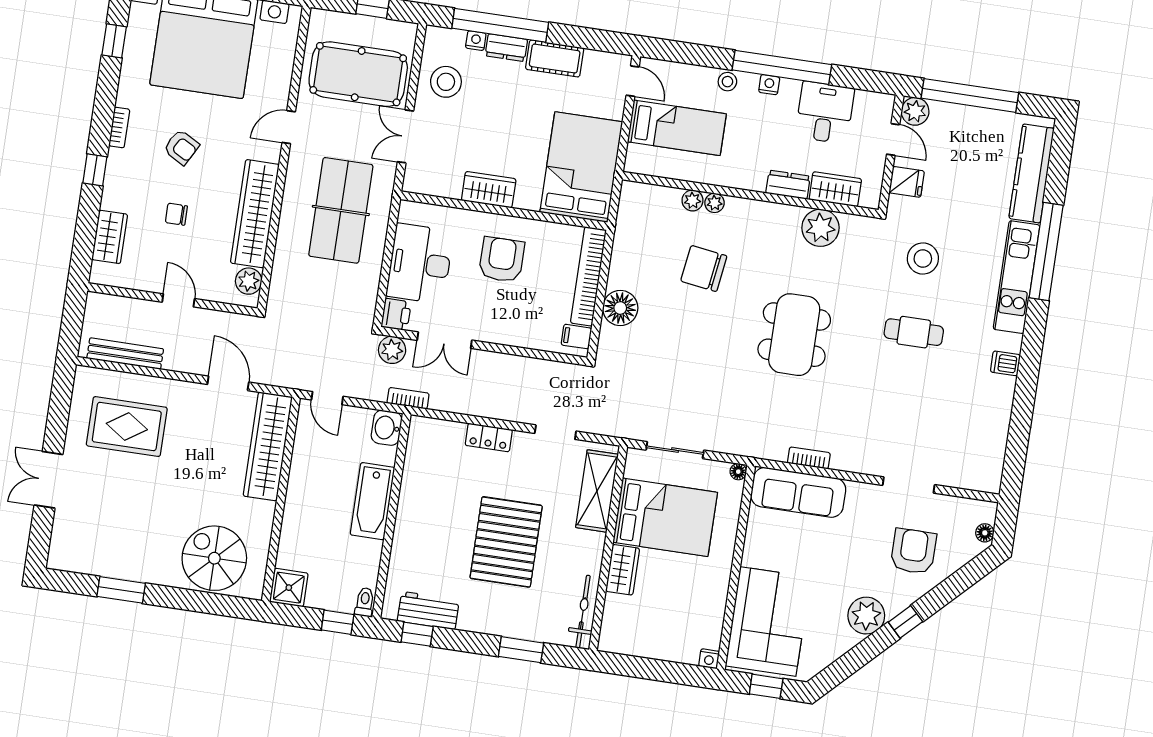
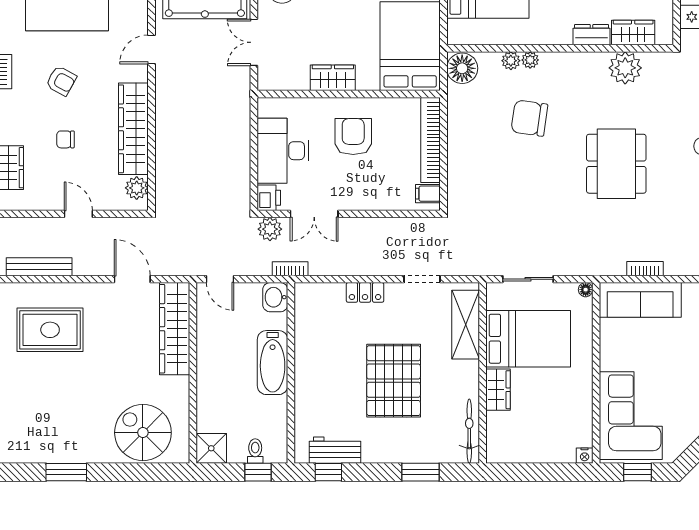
table tennis table: (341, 210) -> (208, 115), removed
floor lamp: (620, 308) -> (462, 68), moved
toilet: (365, 602) -> (255, 451), moved

